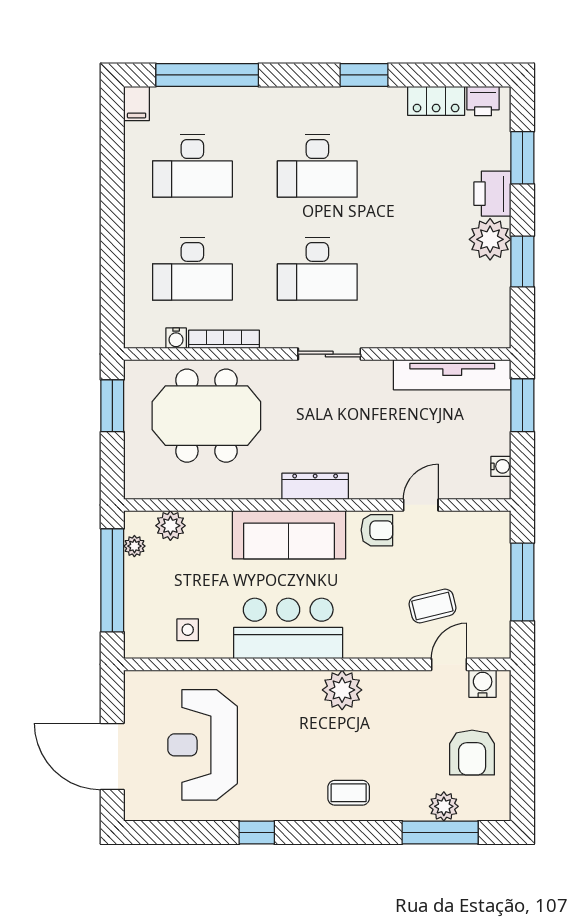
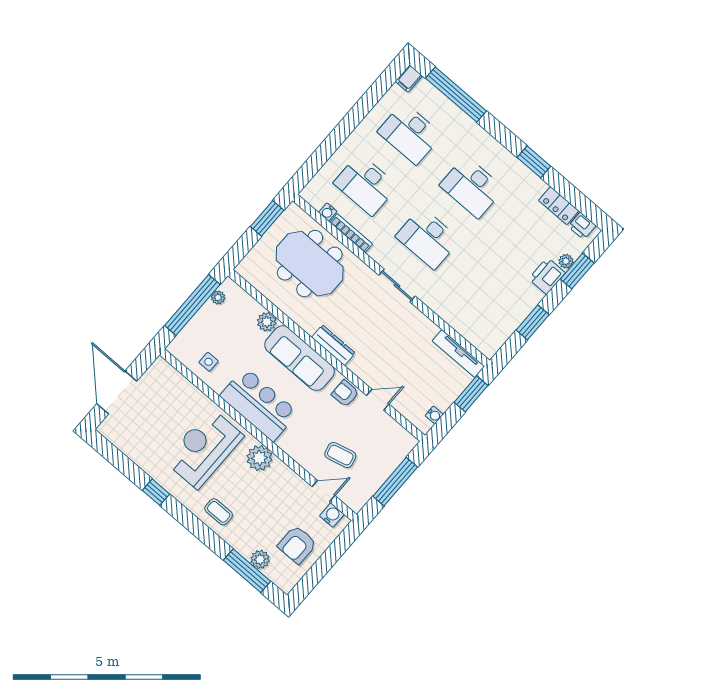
plant: (490, 239) -> (566, 261), moved, width x0.53, depth x0.53
tv unit: (452, 375) -> (458, 354), width x0.73, depth x0.78
plant: (170, 526) -> (267, 322), moved
armchair: (377, 530) -> (345, 394), turned 180
reception desk: (203, 745) -> (204, 448), moved

